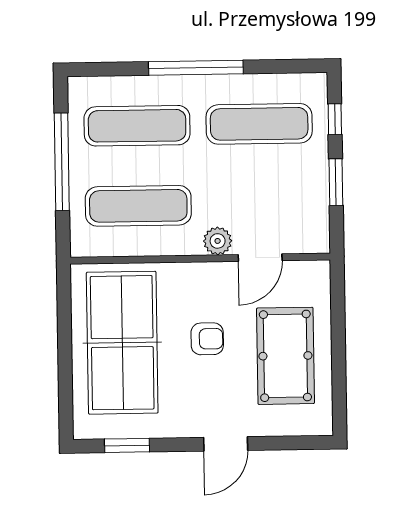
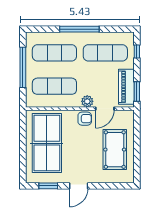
window: (336, 182) -> (137, 92), moved
piano: (311, 204) -> (126, 87), added
armchair: (207, 339) -> (85, 119), moved
door: (226, 444) -> (79, 186), moved

